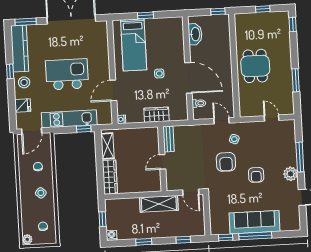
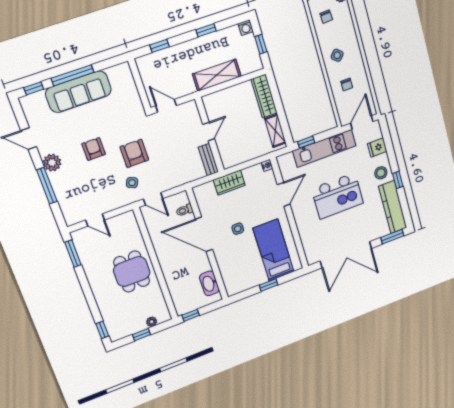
plant: (251, 17) -> (152, 322), added
window: (296, 80) -> (73, 254), moved
shelving: (159, 204) -> (217, 75), moved
window: (226, 237) -> (34, 88), moved

